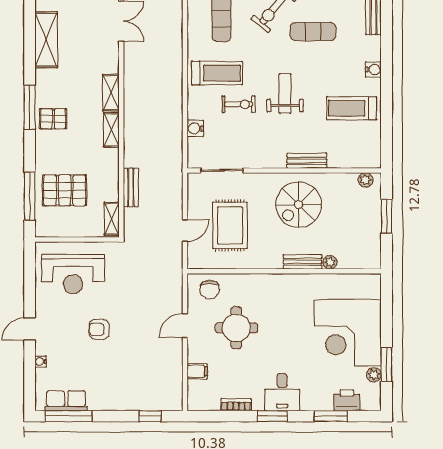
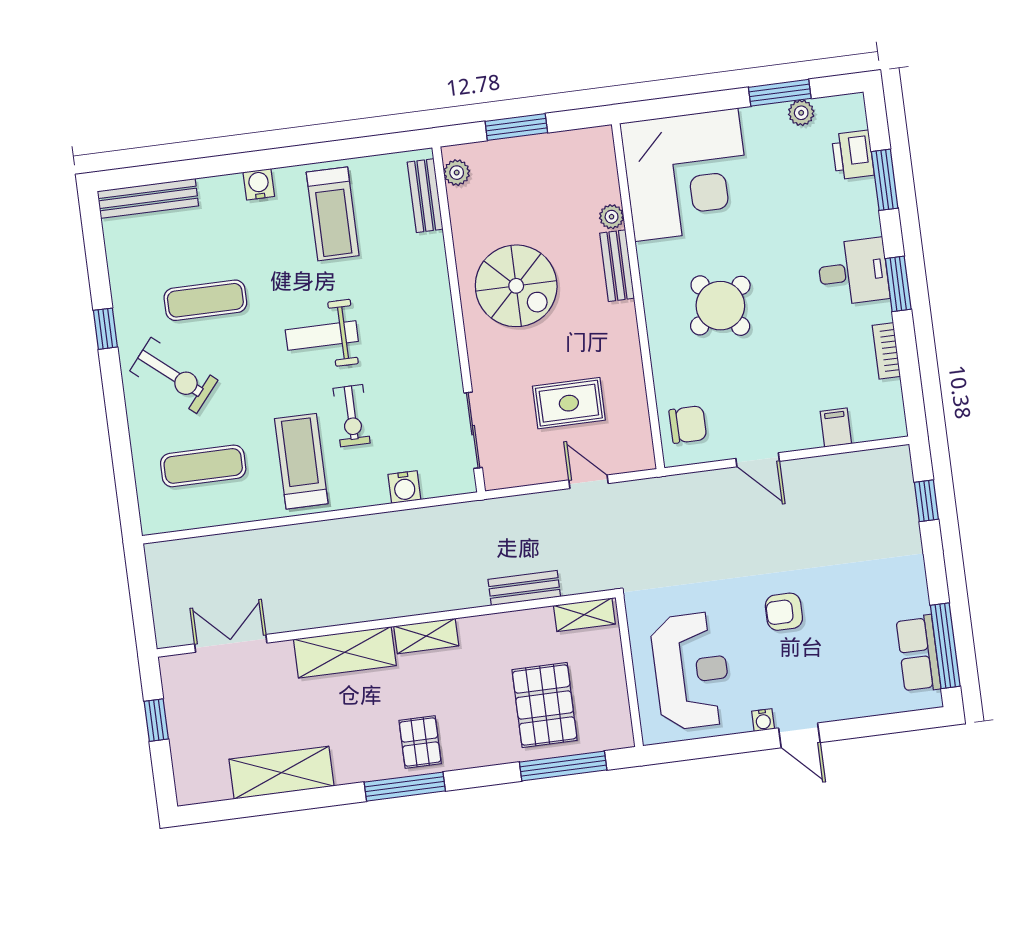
exercise mat: (313, 32) -> (205, 300), turned 90
shelving: (111, 93) -> (345, 652), width x1.50, depth x1.33
exercise bike: (239, 104) -> (352, 416), turned 180
bench: (307, 161) -> (425, 196), moved
rug: (230, 225) -> (569, 403), width x0.73, depth x0.70
round table: (236, 328) -> (720, 306), moved, turned -37
armchair: (99, 329) -> (784, 612), turned 90
corner desk: (348, 333) -> (686, 175), moved
water cooler: (41, 362) -> (763, 720), moved

